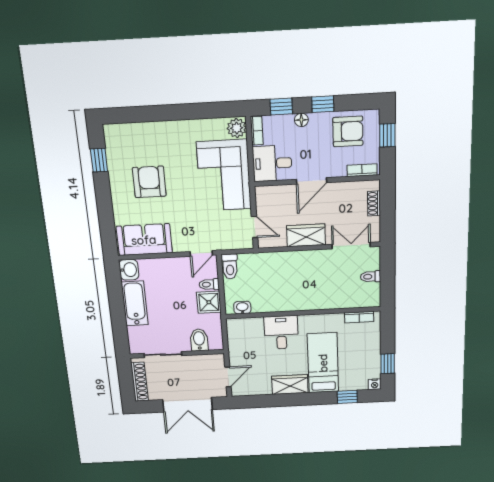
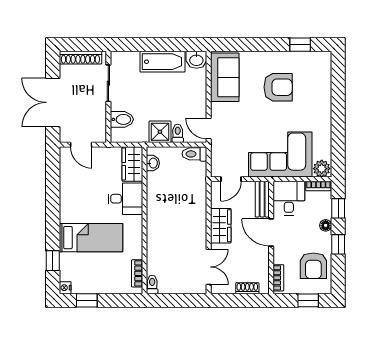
bench: (275, 193) -> (262, 199), added
toilet: (371, 277) -> (152, 285), moved
wardrobe: (290, 384) -> (132, 164), moved, turned 180

